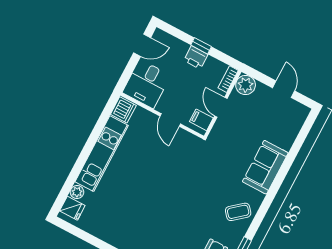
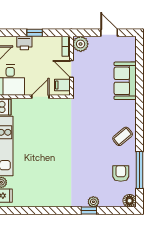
printer: (196, 57) -> (24, 43), moved
door: (170, 120) -> (40, 97), swing flipped
sofa: (265, 167) -> (125, 81), moved

